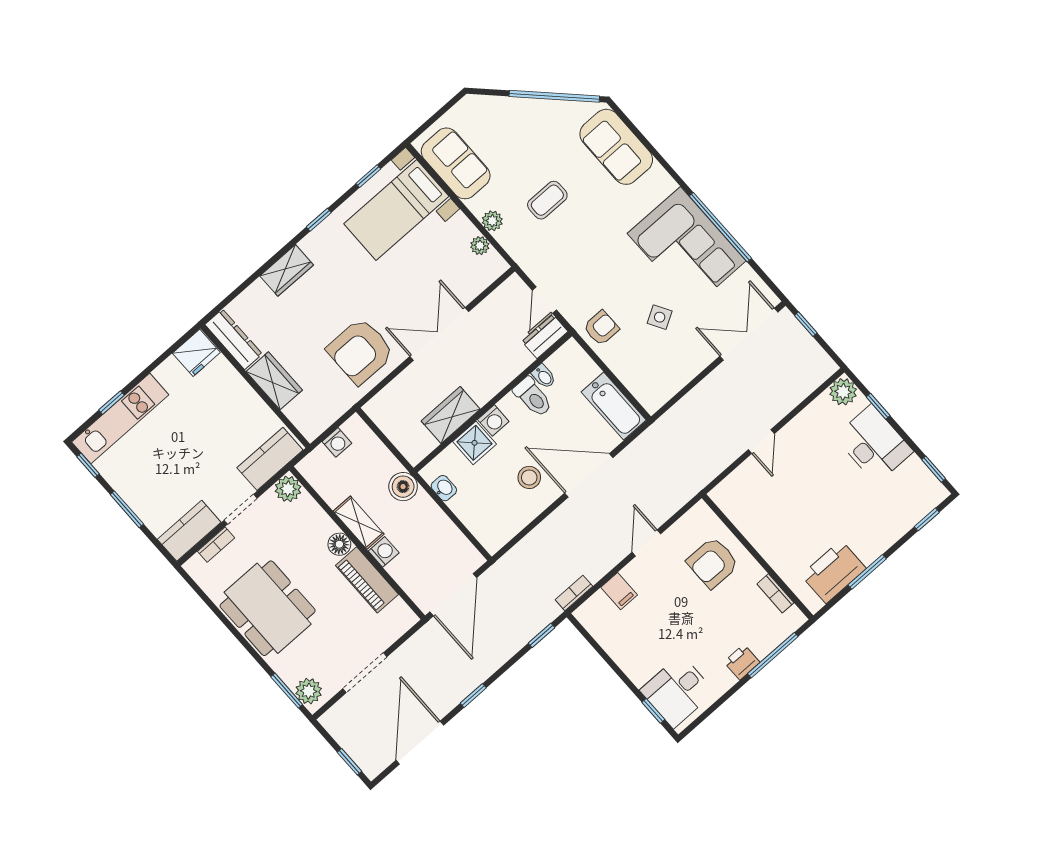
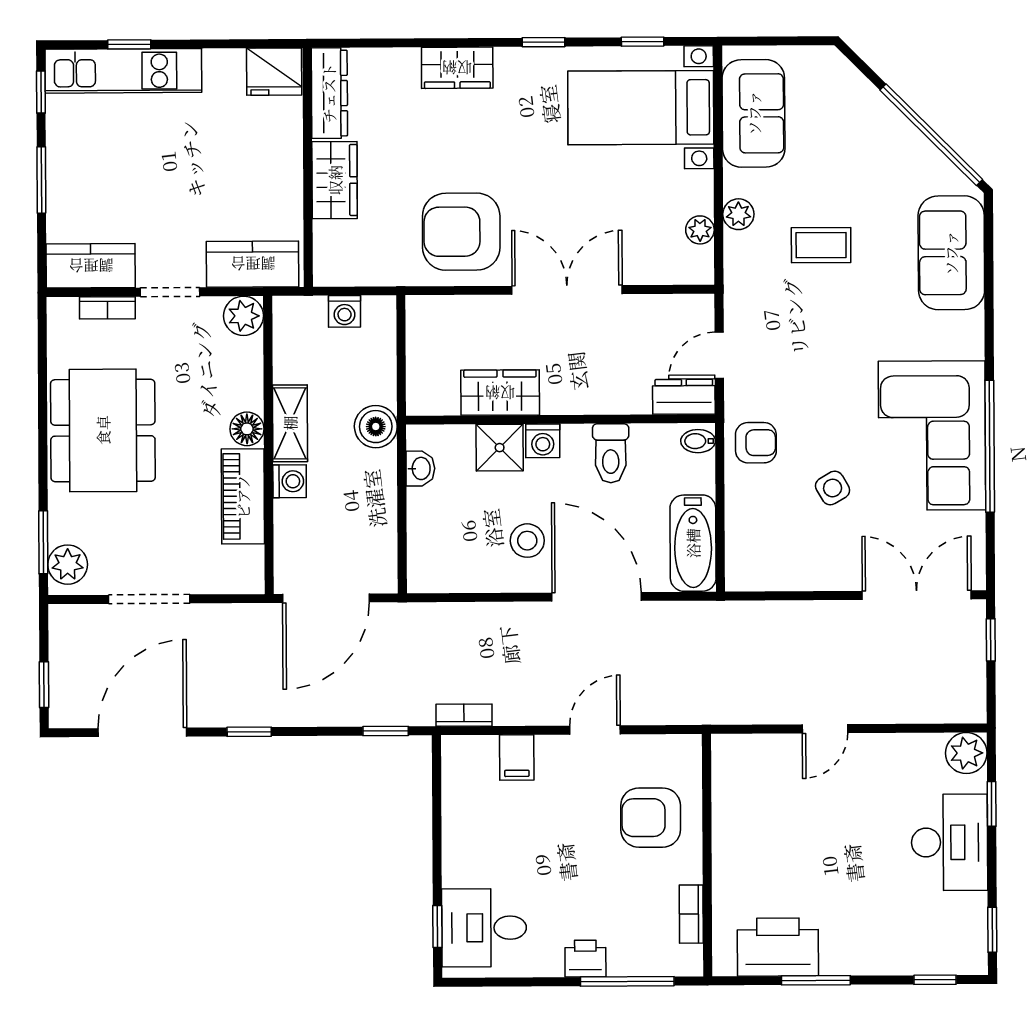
bidet: (544, 376) -> (698, 441), moved, turned 90

